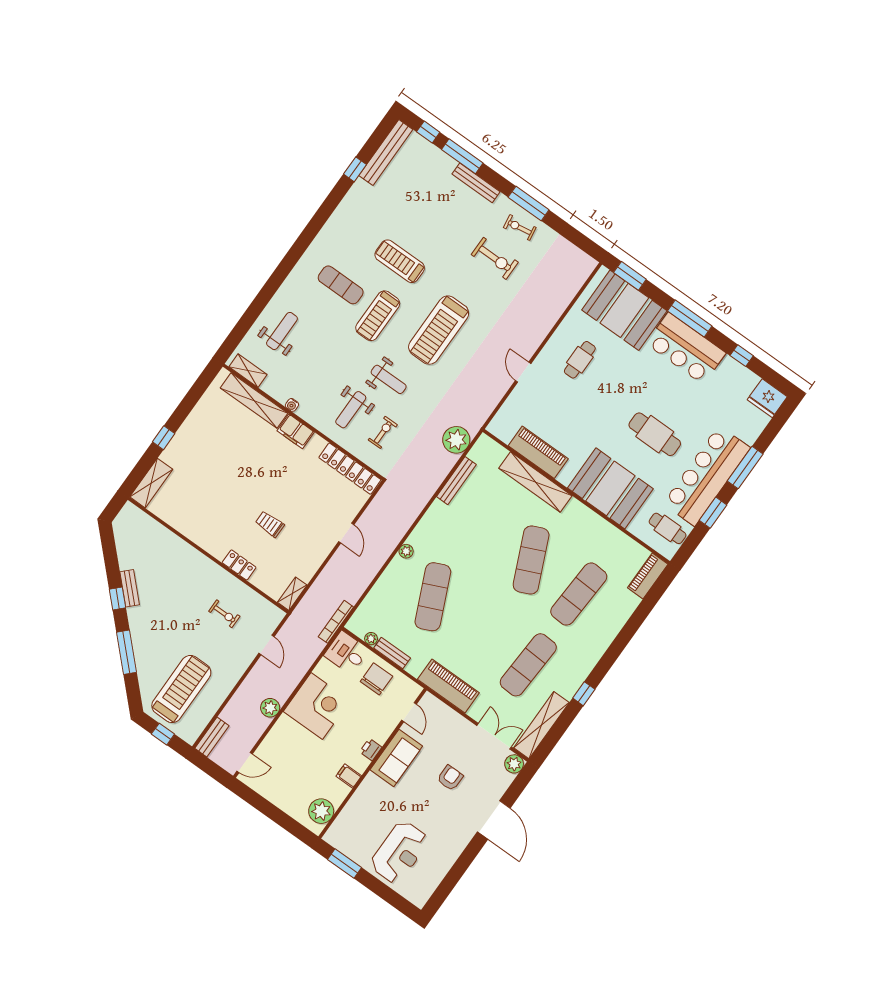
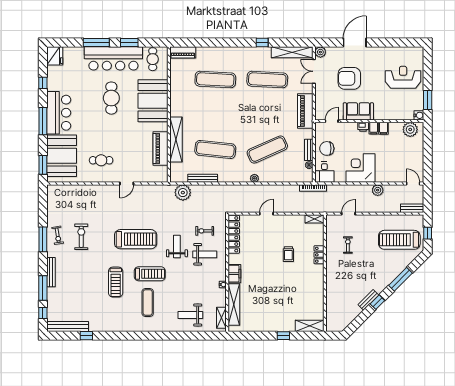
exercise mat: (531, 560) -> (215, 150), moved, turned 30
filing cabinet: (359, 763) -> (374, 128), added
armchair: (450, 778) -> (349, 78), width x1.88, depth x1.88
water cooler: (332, 837) -> (419, 115), added

